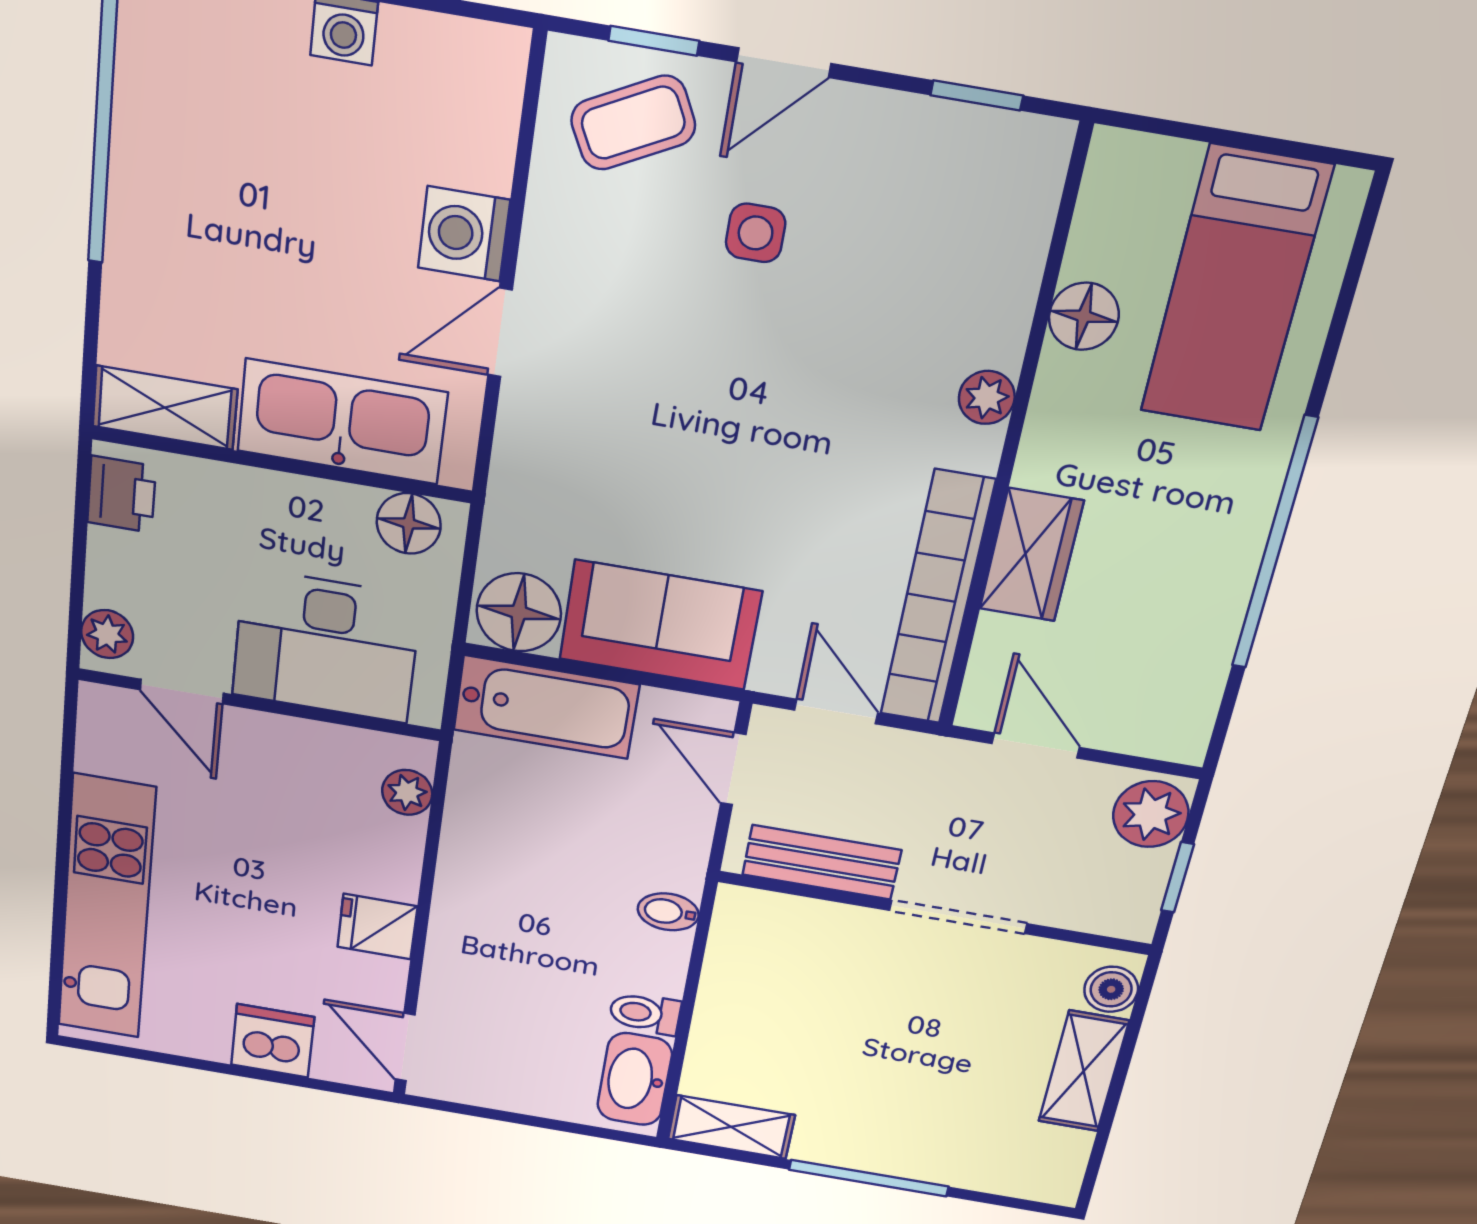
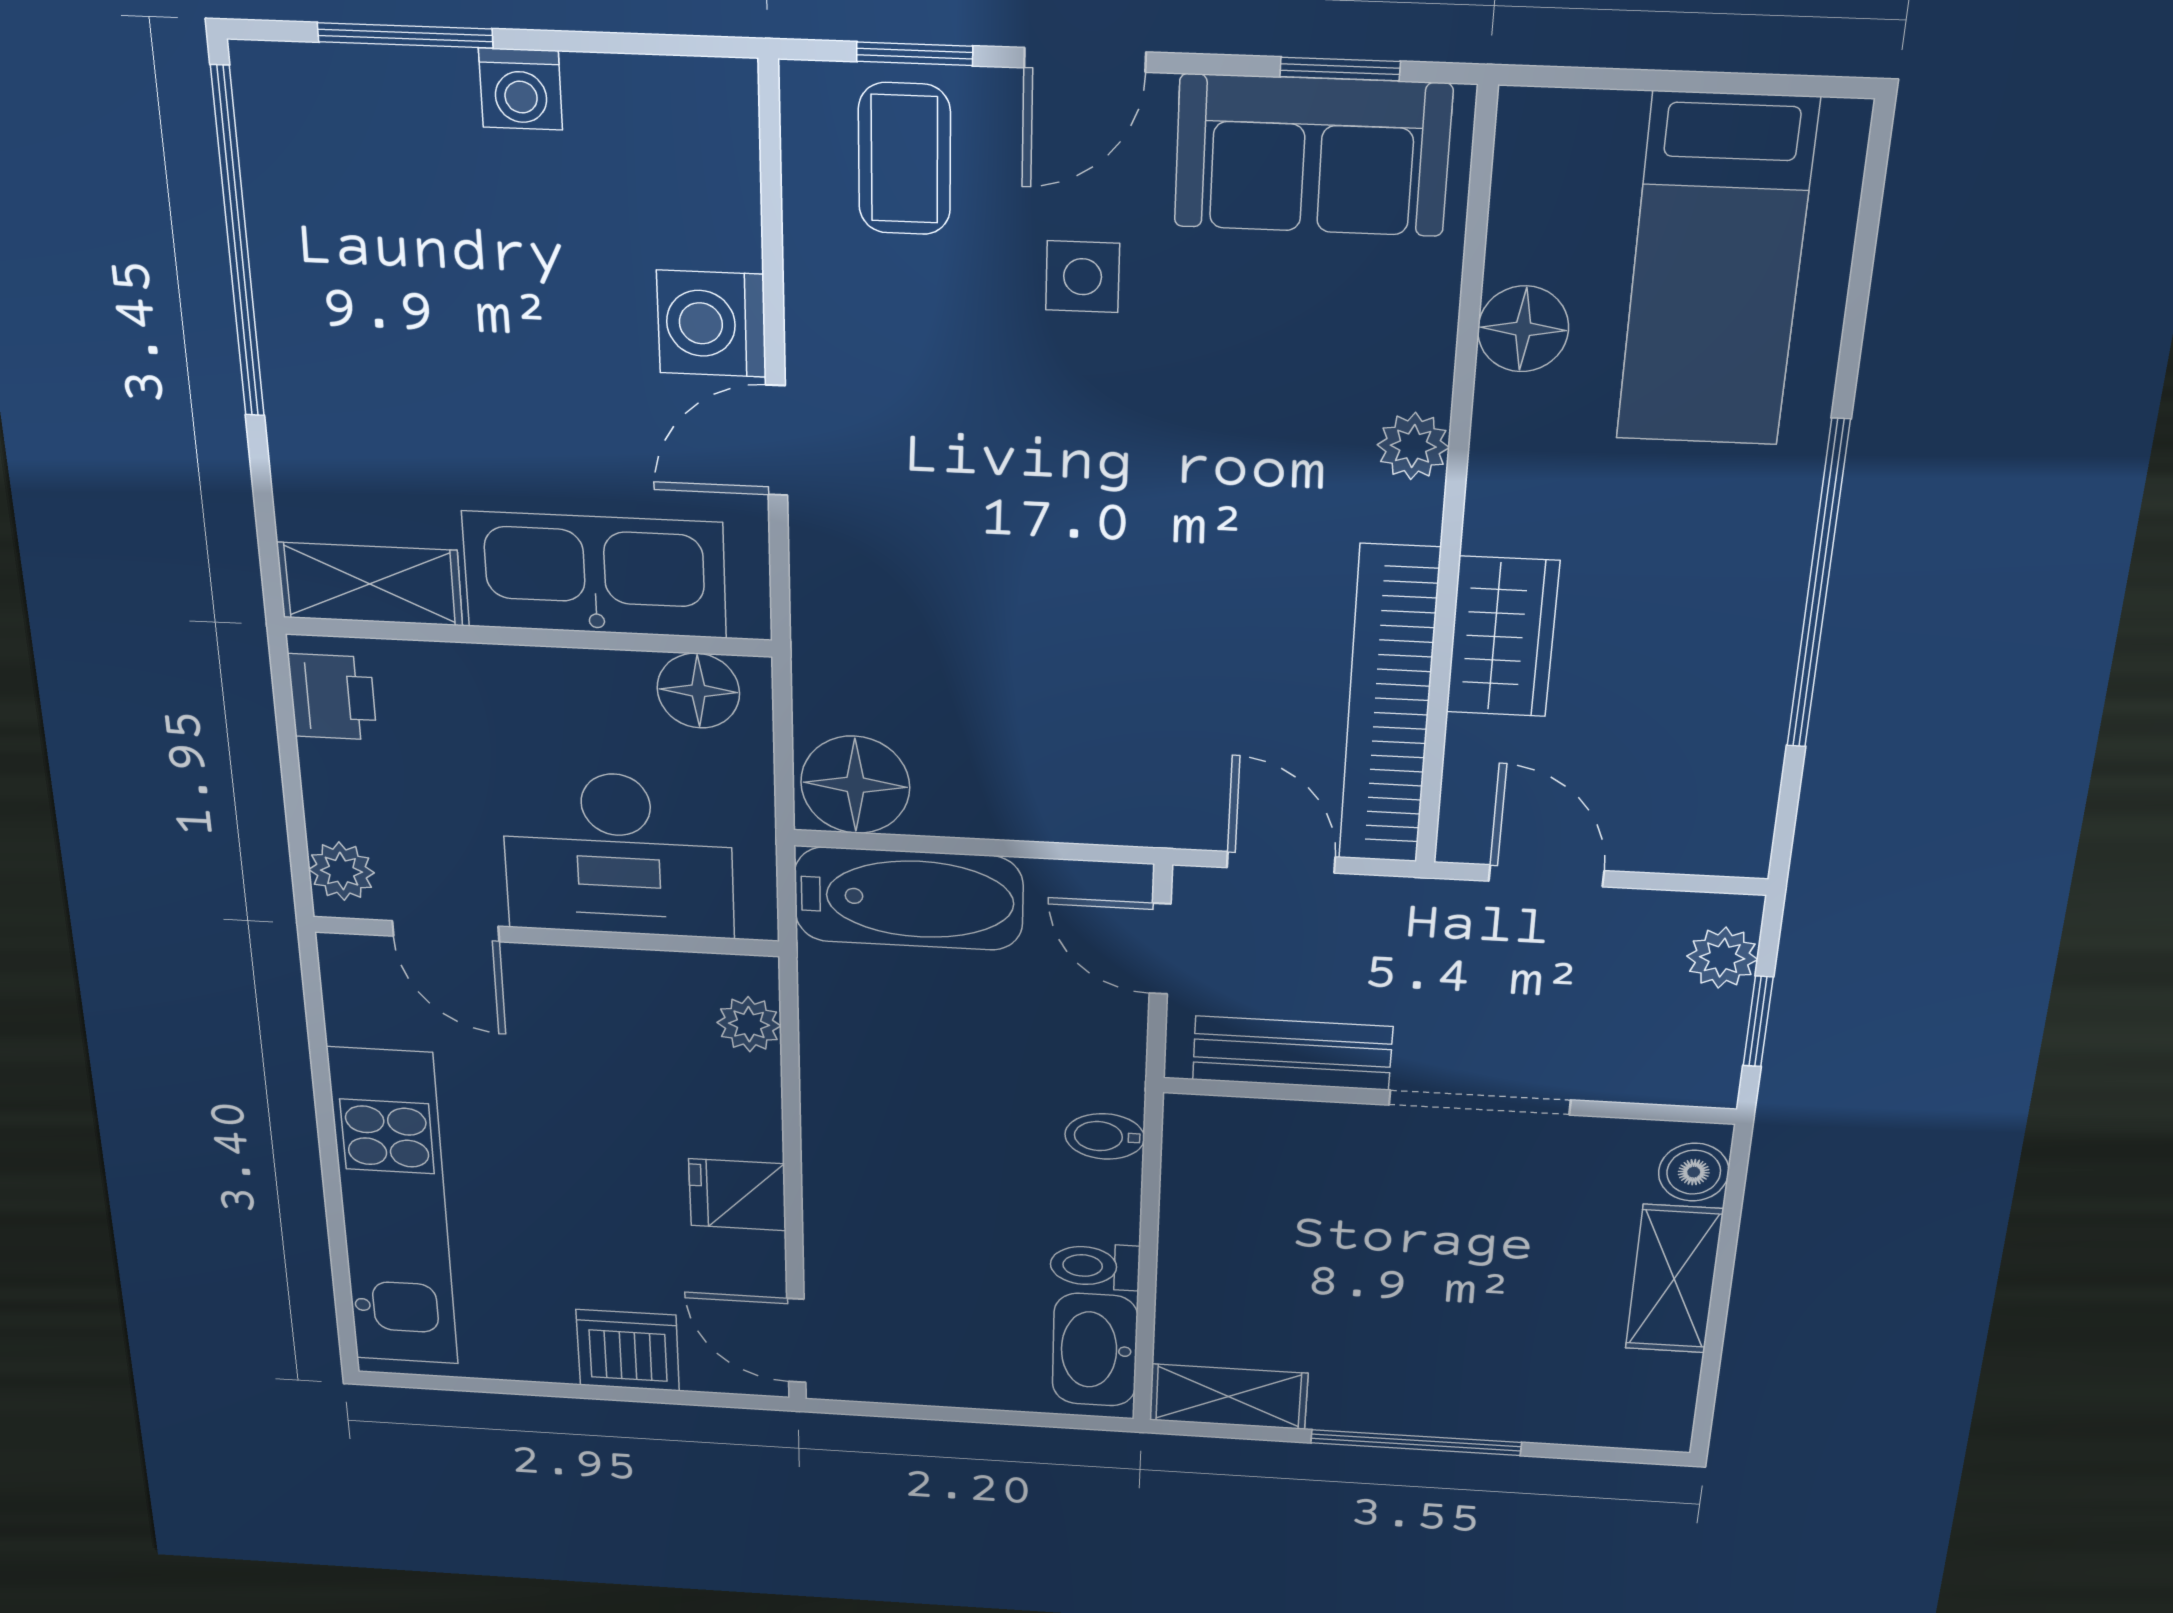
coffee table: (633, 123) -> (904, 159), turned -63
sofa: (660, 625) -> (1312, 155), moved, turned 180
plant: (1151, 814) -> (1722, 958), width x0.73, depth x0.73

